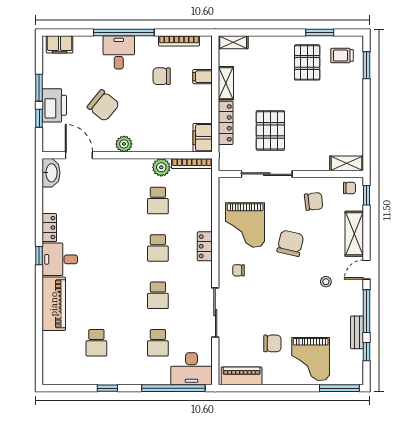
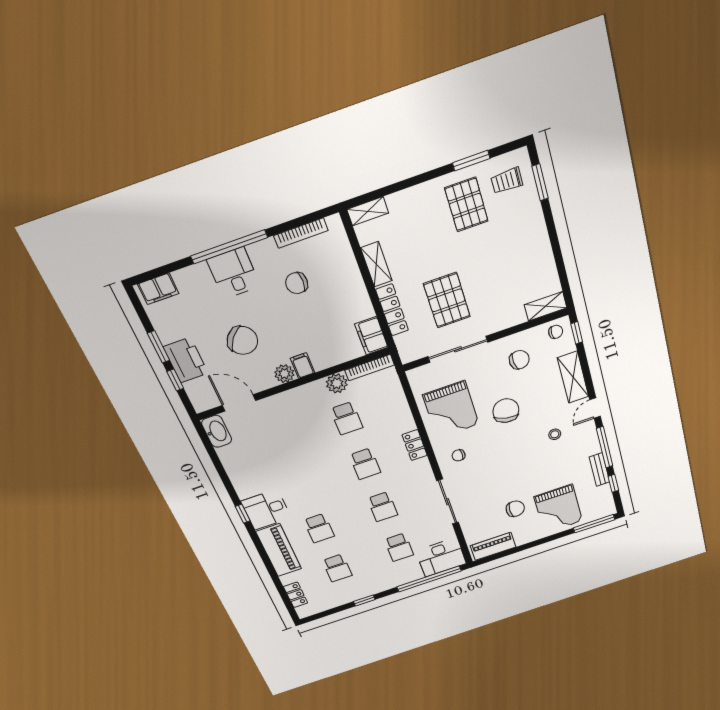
filing cabinet: (203, 77) -> (303, 365), moved, turned 90
locker: (49, 228) -> (296, 595), moved
school desk: (96, 295) -> (319, 528), added

